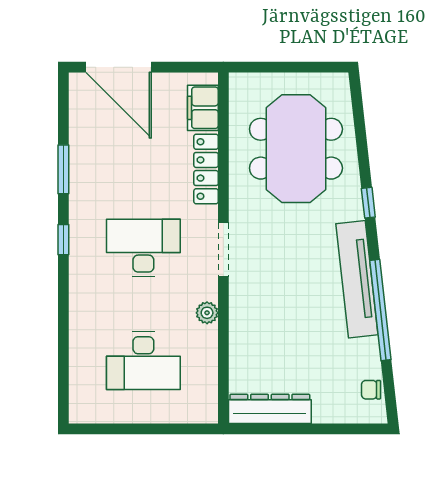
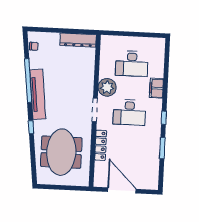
door: (119, 67) -> (122, 190), moved
filing cabinet: (203, 108) -> (156, 88), moved, turned 180
plant: (207, 313) -> (107, 87), width x1.88, depth x1.88
desk: (143, 361) -> (132, 64), turned 180

